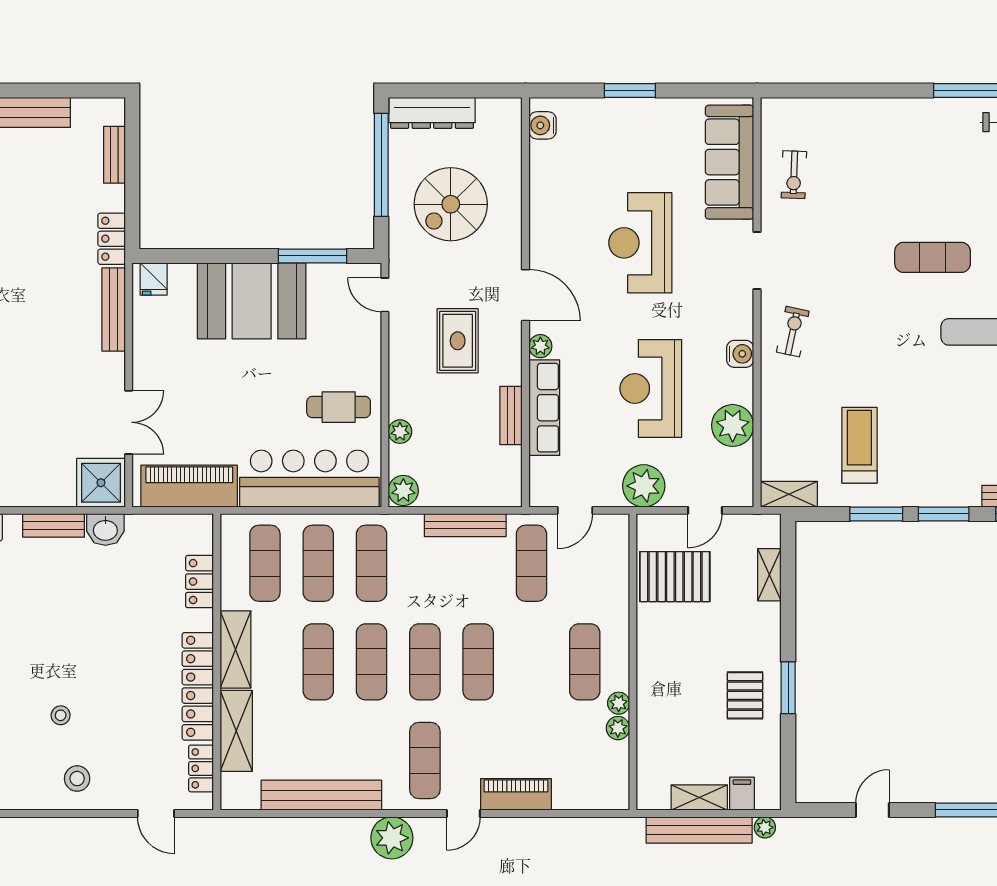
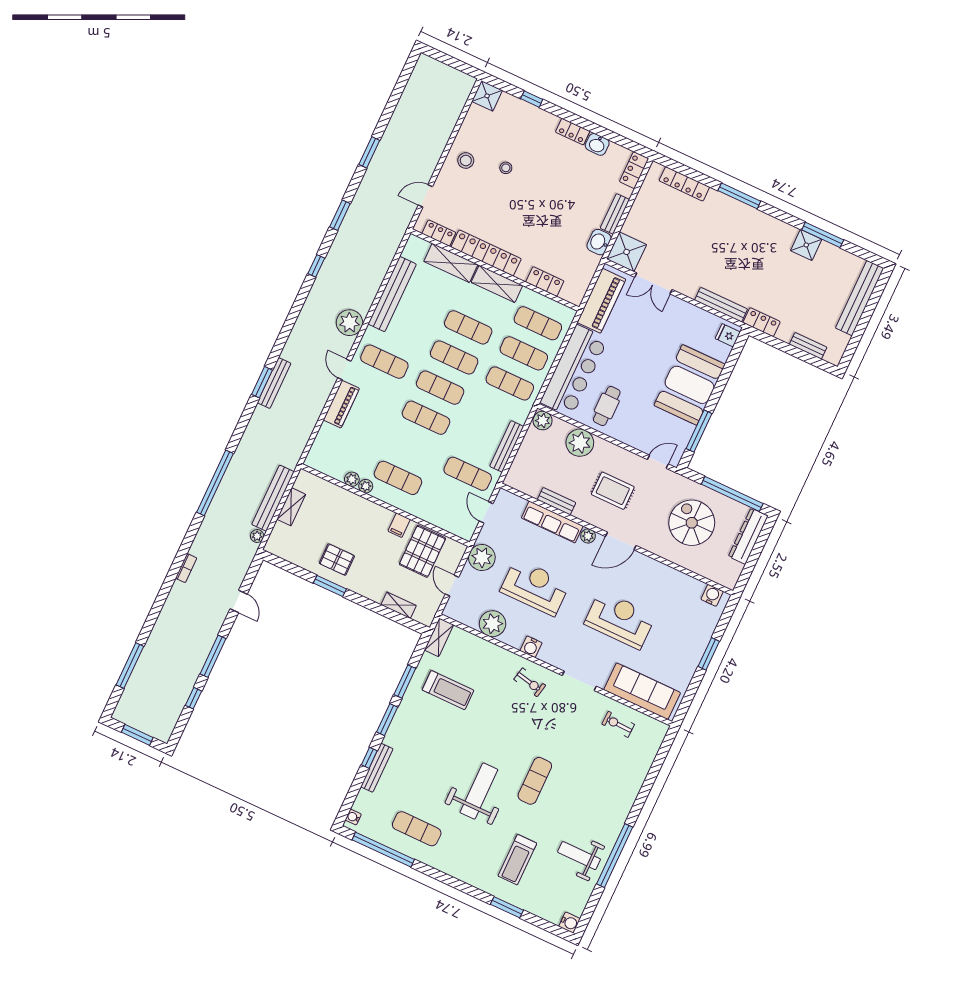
plant: (400, 432) -> (580, 443), width x1.88, depth x1.88
filing cabinet: (742, 794) -> (399, 525), moved, turned 90

